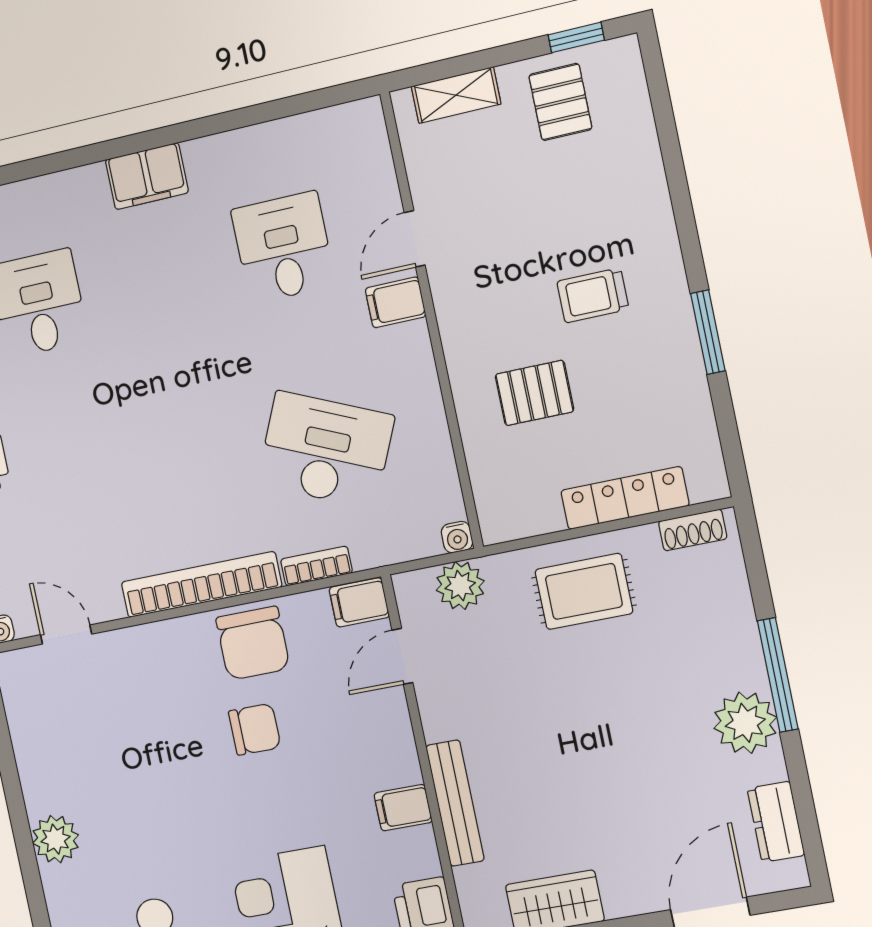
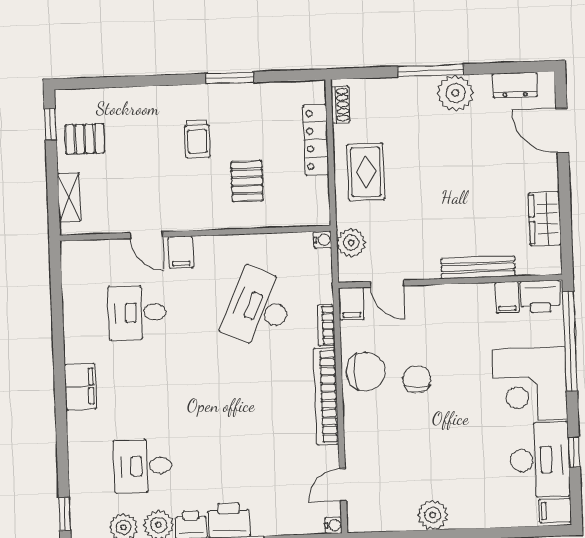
filing cabinet: (403, 808) -> (507, 297), moved
plant: (56, 839) -> (433, 515), moved

